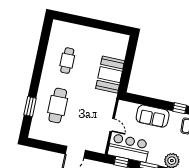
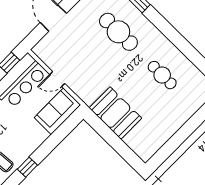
sofa: (153, 116) -> (57, 111), moved

